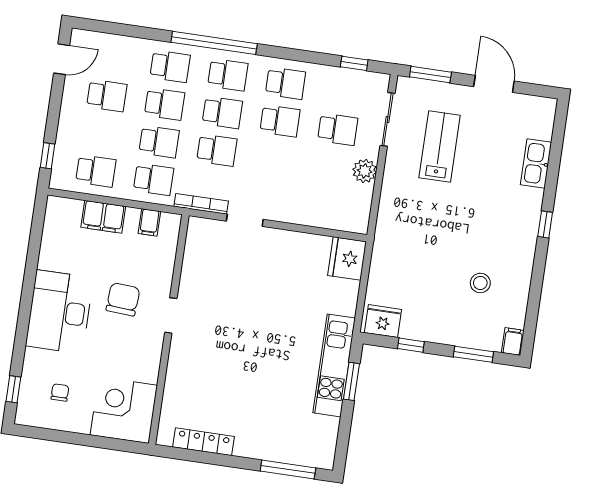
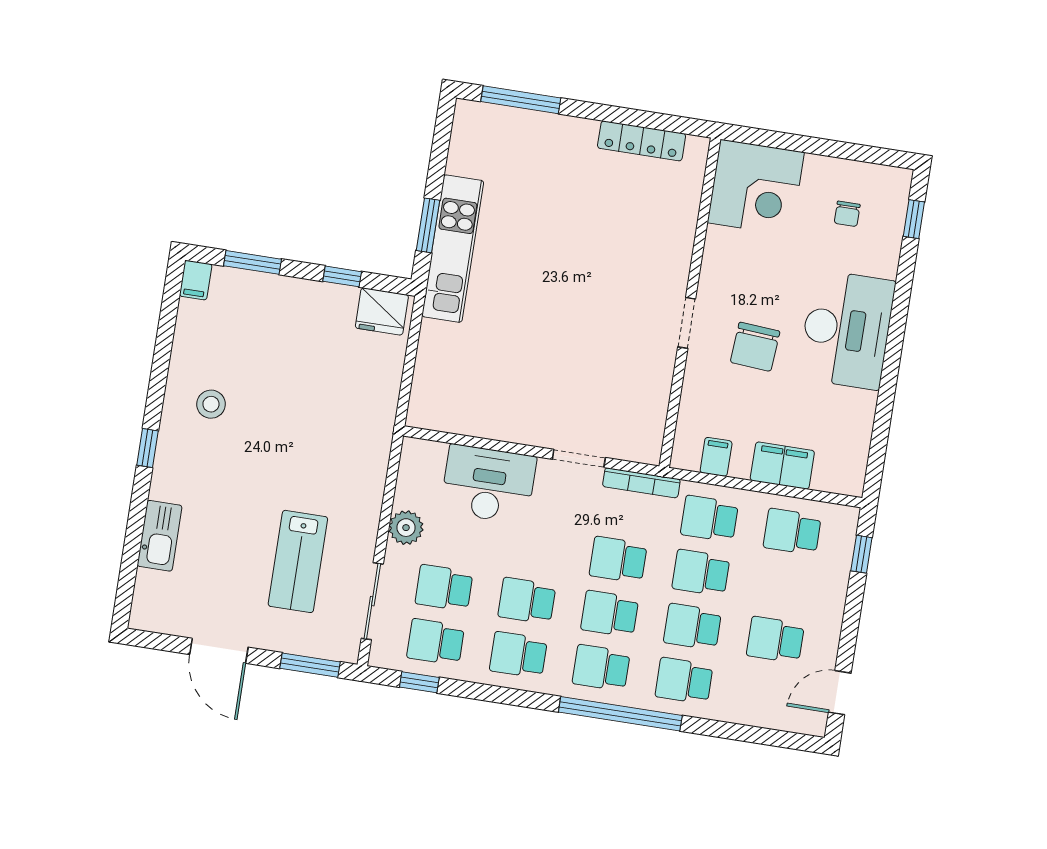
school desk: (343, 92) -> (436, 642), added
desk: (308, 202) -> (488, 484), added
fridge: (347, 258) -> (433, 402), removed
stool: (480, 283) -> (211, 404), moved

